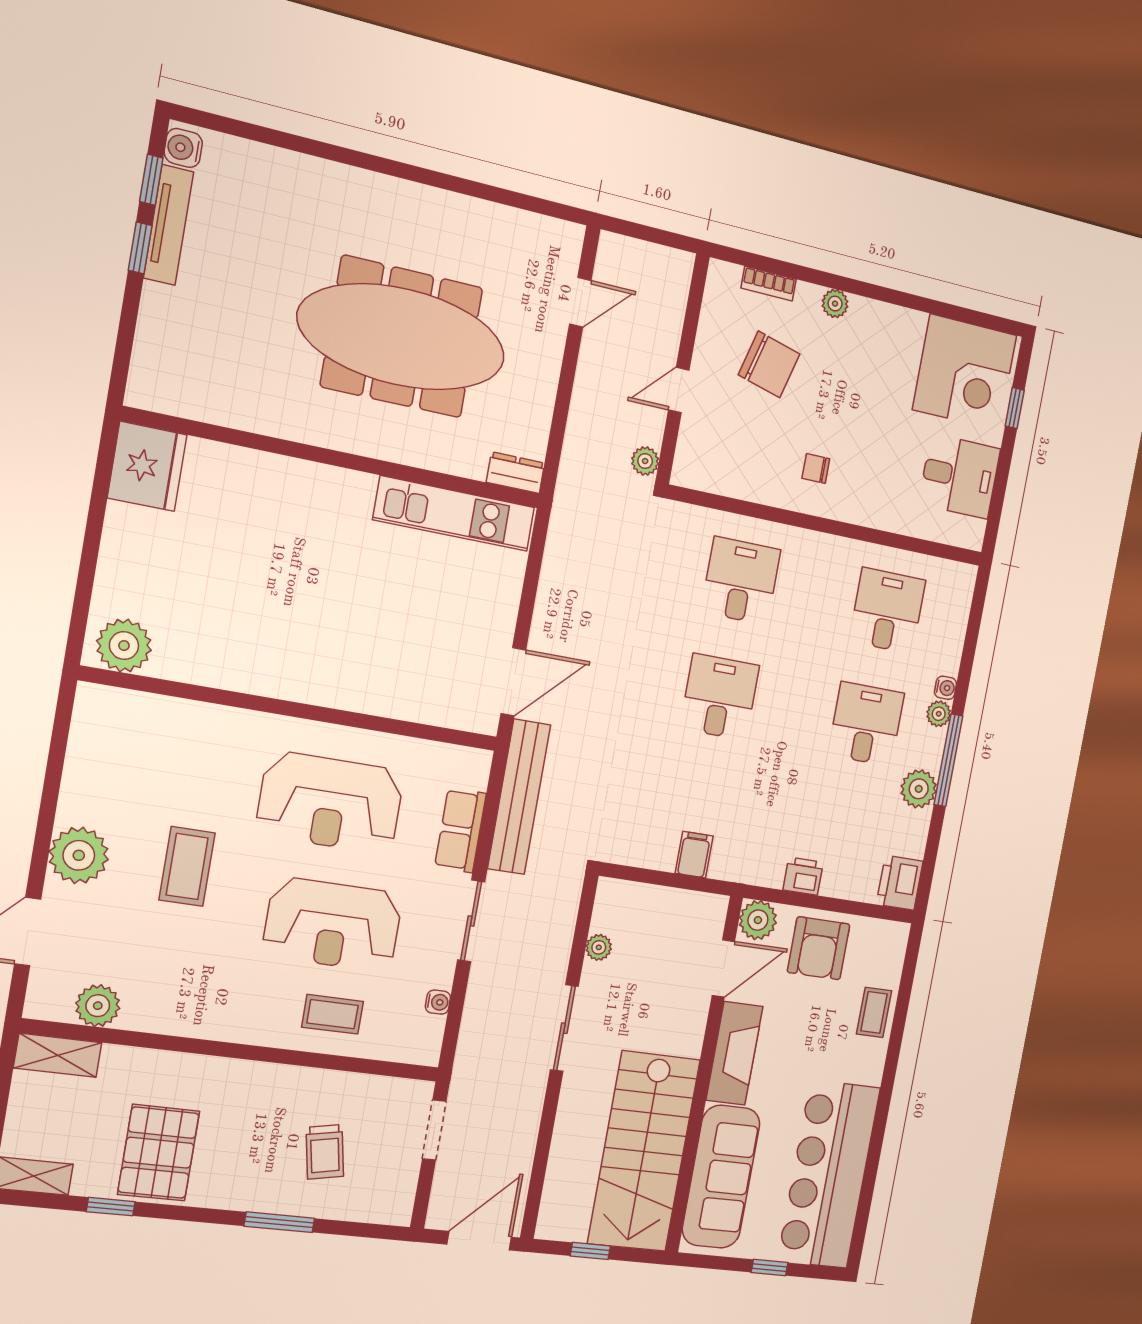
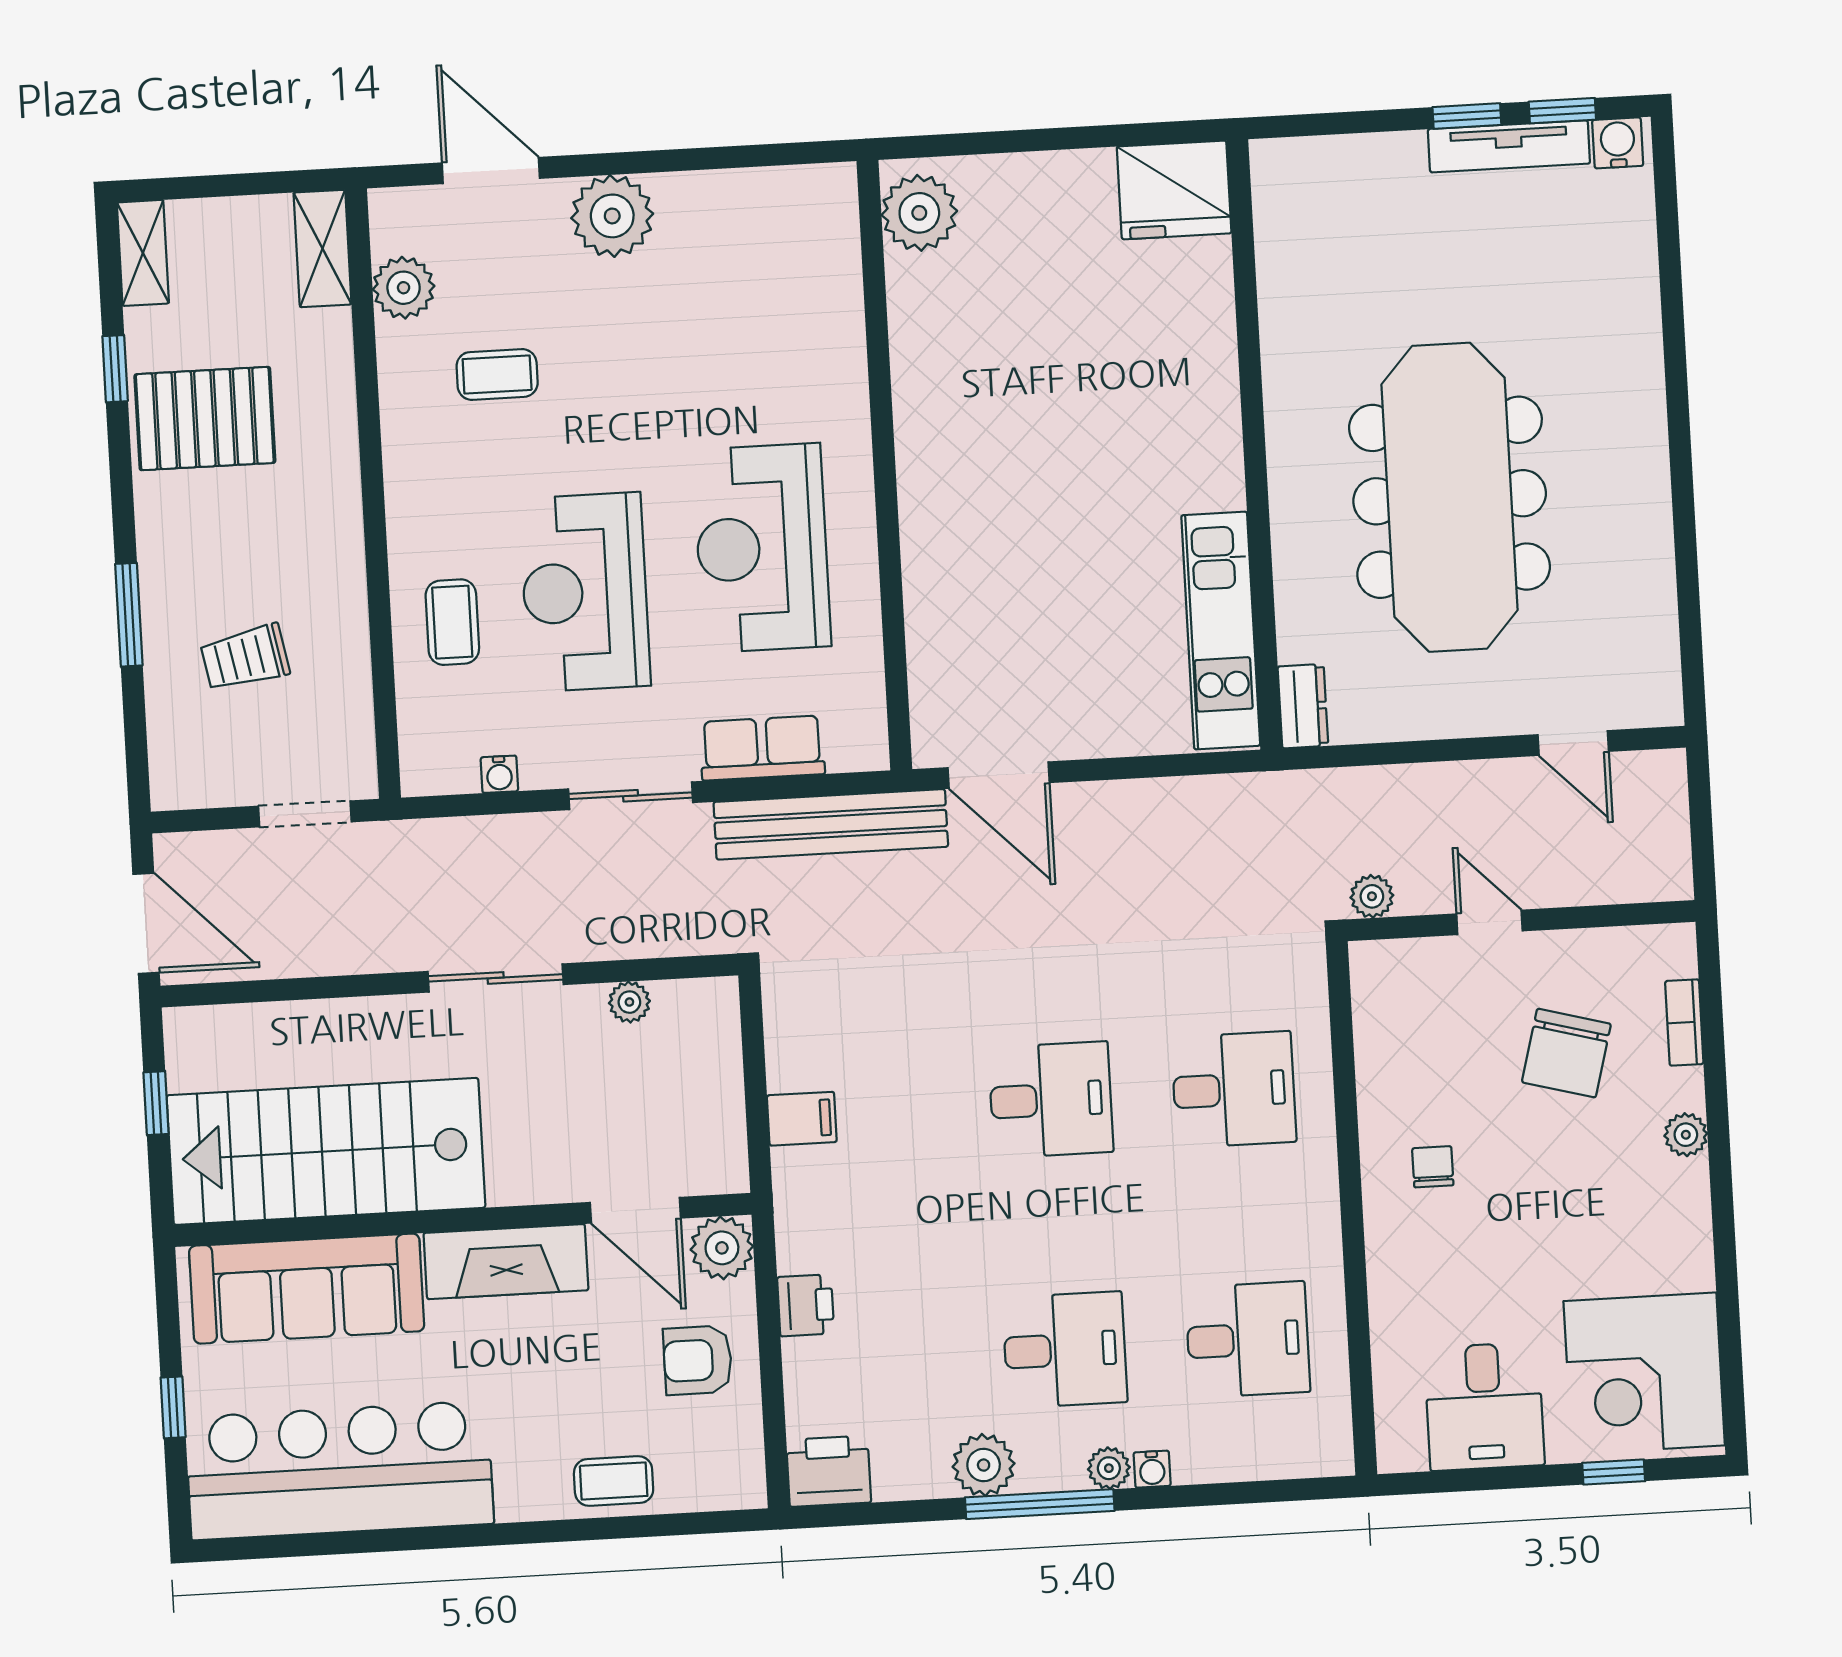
coffee table: (187, 866) -> (497, 374), moved, width x0.73, depth x0.77
armchair: (819, 948) -> (698, 1360), width x0.72, depth x0.72

